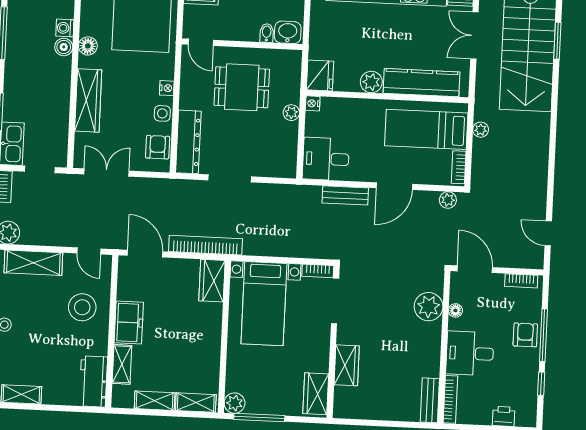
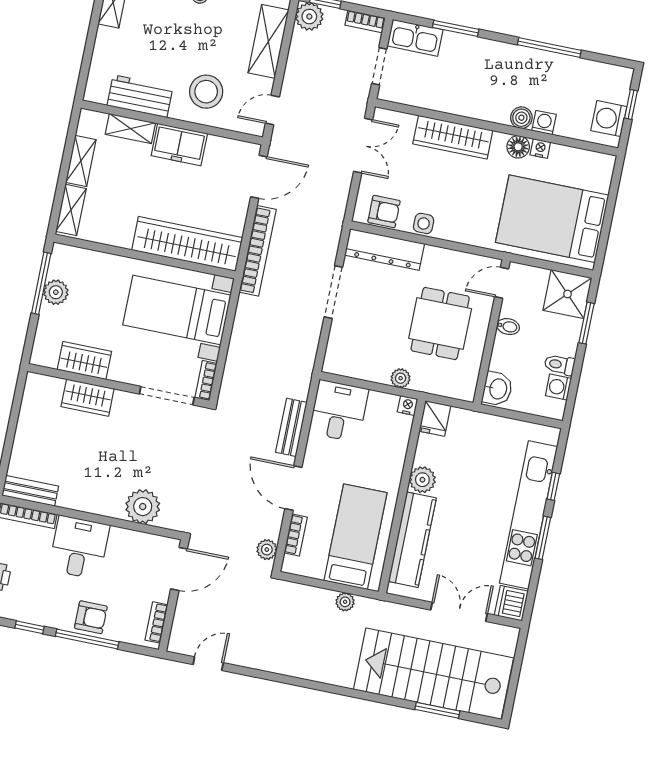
bidet: (267, 33) -> (508, 327), moved
fridge: (320, 75) -> (435, 418), width x0.72
nightstand: (167, 88) -> (540, 148), moved, turned 180
bookcase: (459, 167) -> (296, 535), moved, turned 90
wardrobe: (212, 281) -> (187, 244), width x2.10, depth x1.17
floor lamp: (455, 310) -> (133, 538), removed
workbench: (93, 381) -> (140, 96), moved
wardrobe: (316, 394) -> (84, 360), moved
plant: (235, 403) -> (56, 292), moved

